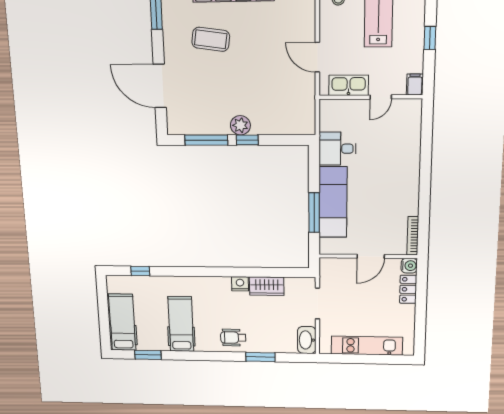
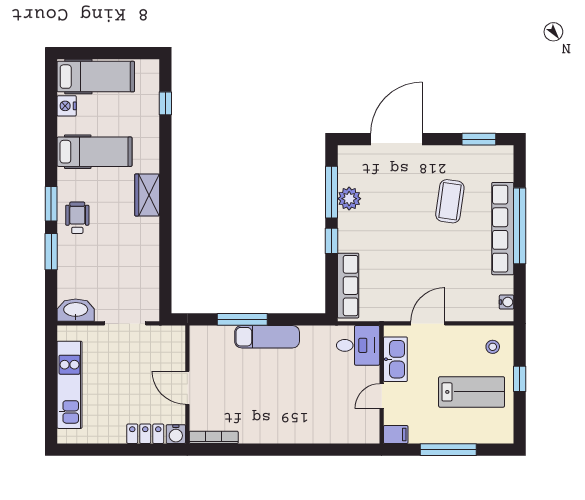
window: (430, 38) -> (448, 450), width x2.17
door: (381, 97) -> (382, 396), hinge flipped
plant: (240, 125) -> (349, 199), moved
row of seats: (285, 126) -> (348, 286), added
desk: (337, 149) -> (358, 345), moved, turned 90
exam couch: (333, 202) -> (267, 337), width x0.73, depth x0.69
nightstand: (240, 284) -> (67, 106), moved, turned 180
wardrobe: (267, 286) -> (147, 195), moved
window: (148, 355) -> (51, 204), moved

